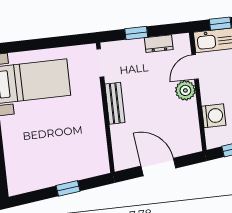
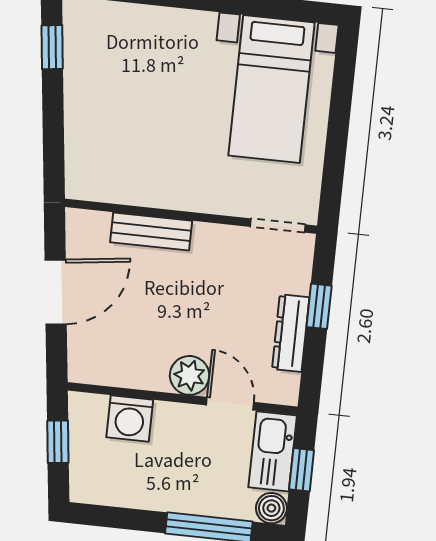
dresser: (159, 44) -> (291, 333), width x1.44
bench: (115, 103) -> (151, 231), moved
window: (68, 188) -> (52, 47), moved

